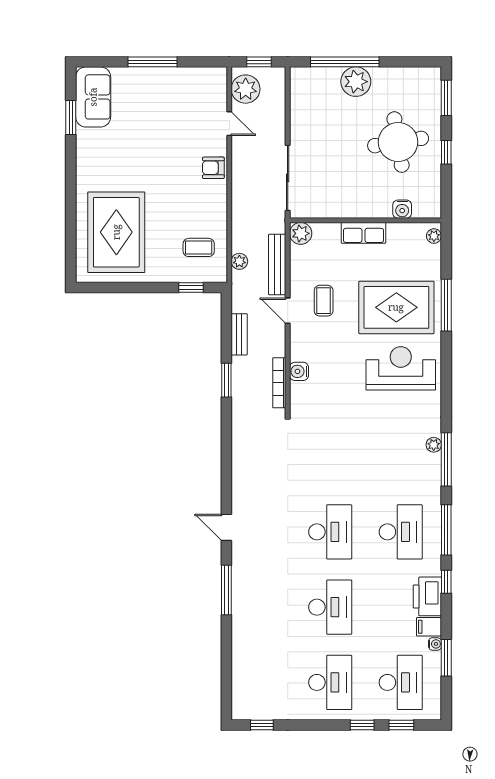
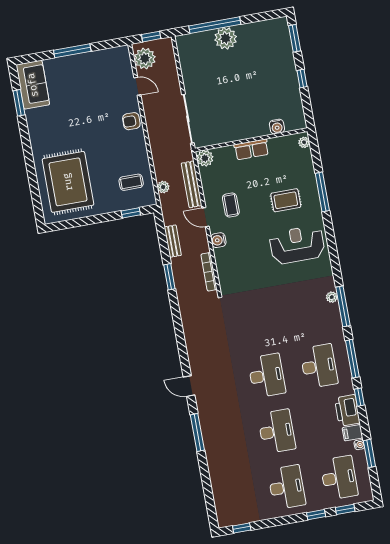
round table: (398, 142) -> (265, 77), removed
rug: (396, 307) -> (286, 200), width x0.54, depth x0.49
water cooler: (299, 371) -> (218, 240), moved

